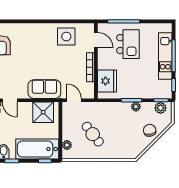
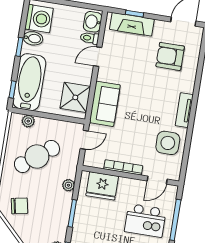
tv unit: (39, 28) -> (184, 110), added
plant: (136, 107) -> (68, 185), moved
chair: (150, 130) -> (19, 206), moved
cafe table: (93, 134) -> (37, 156), width x1.37, depth x1.35

